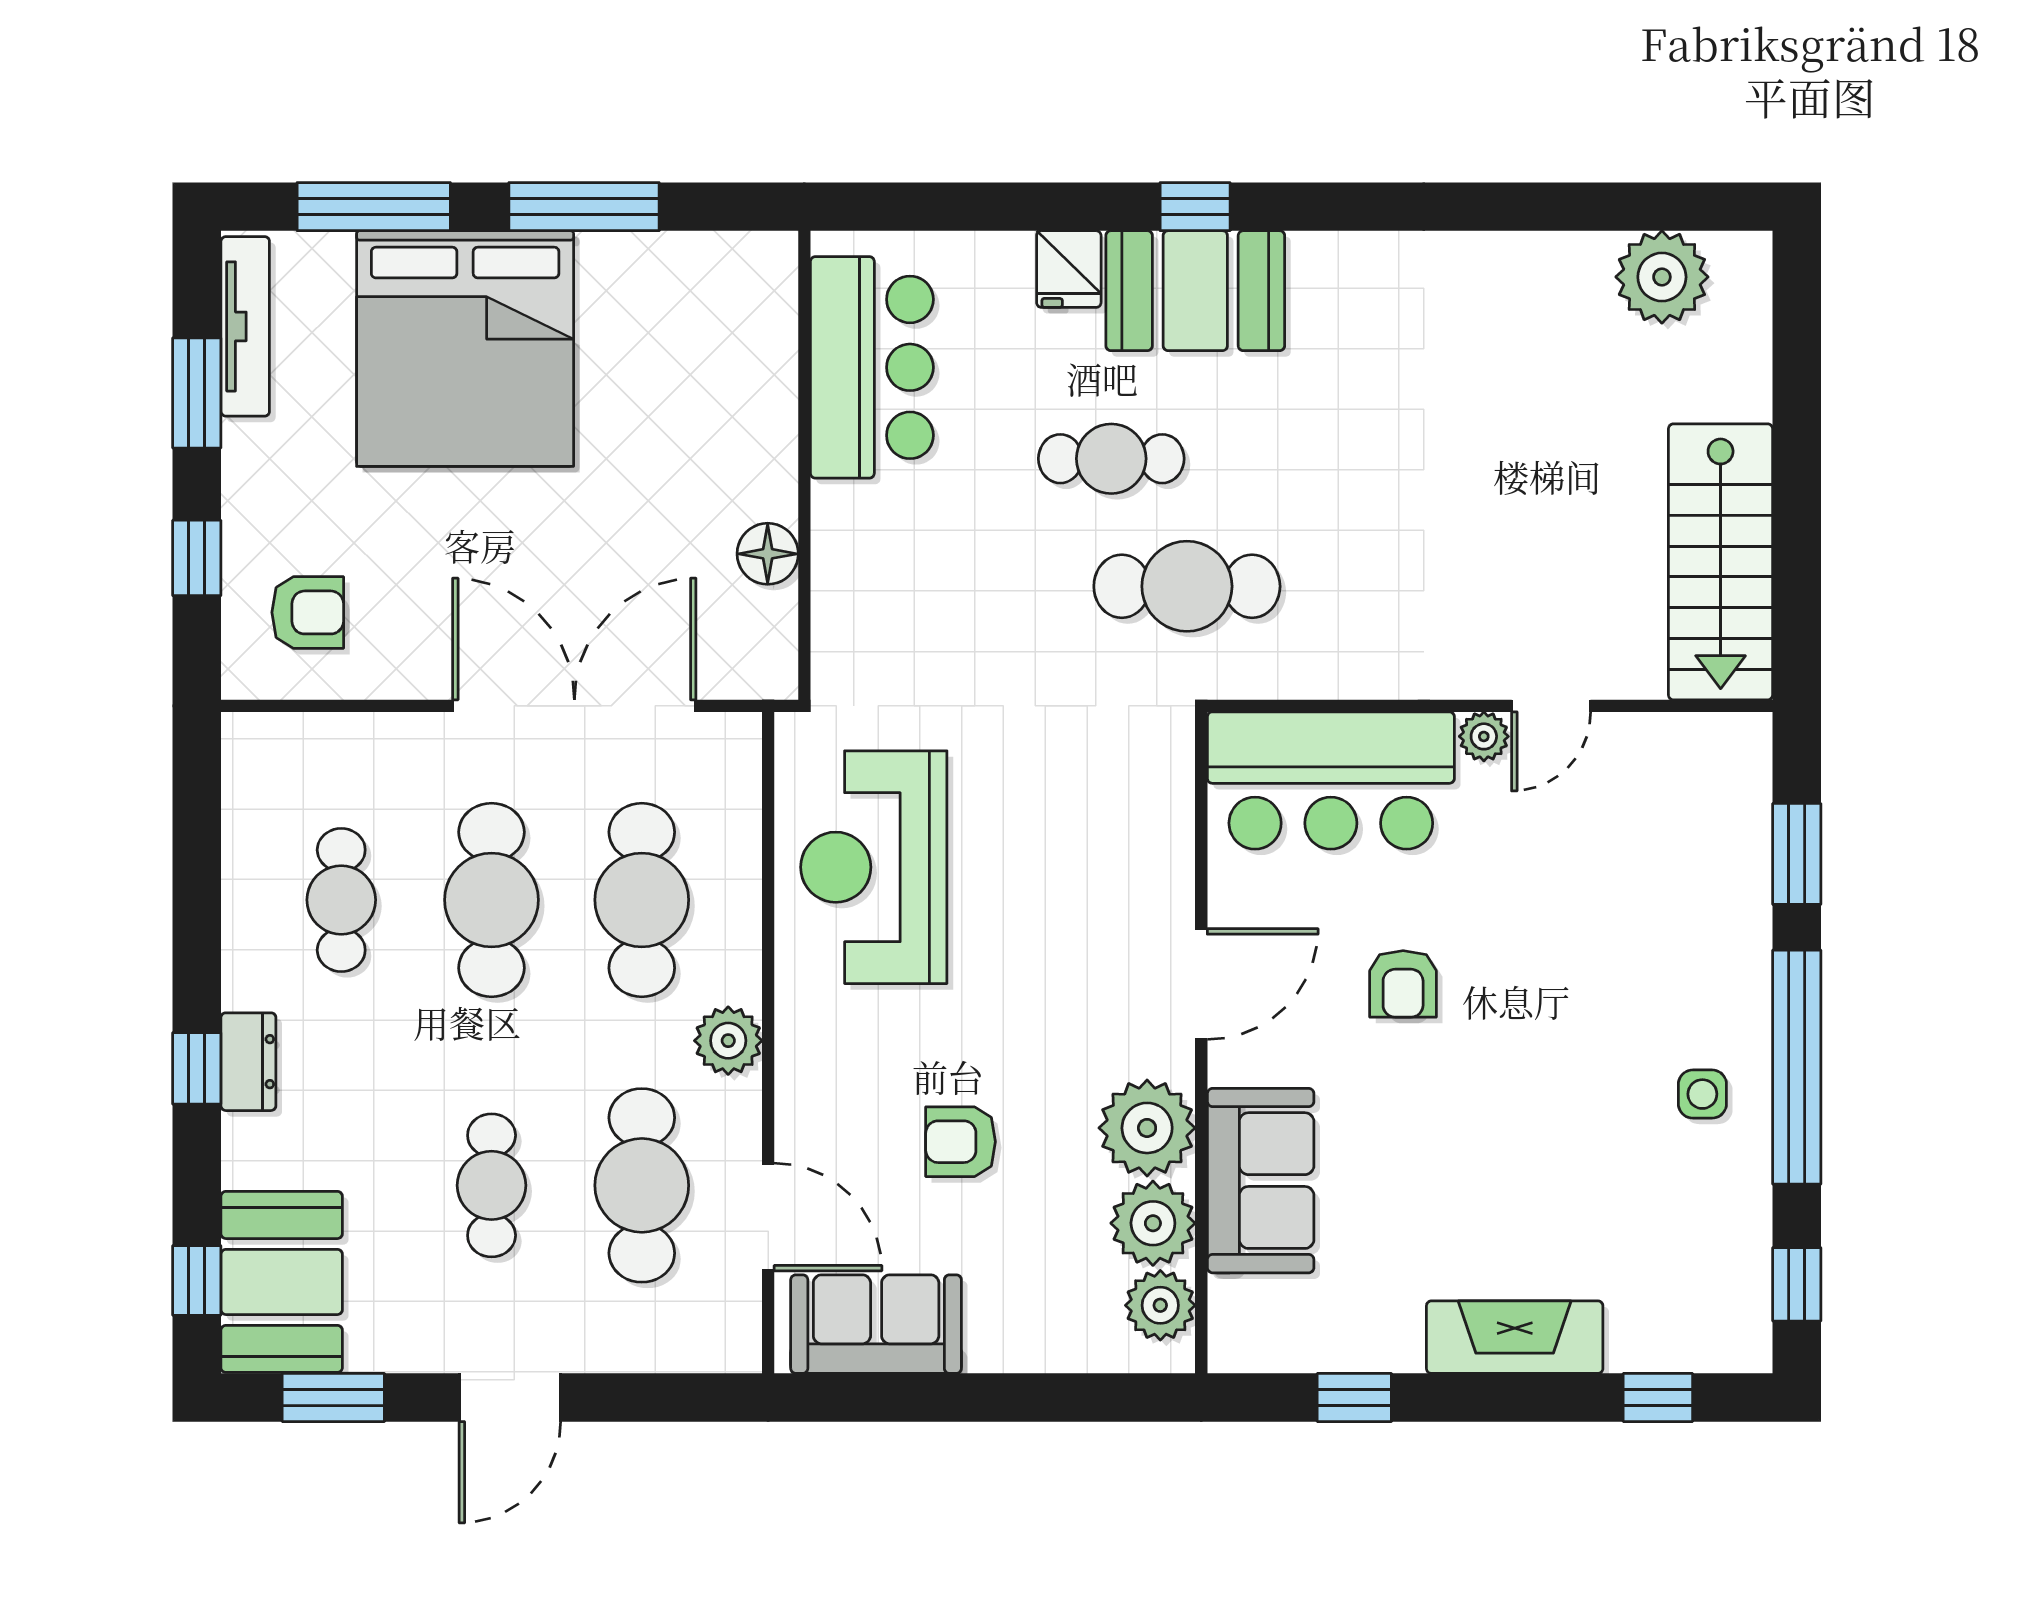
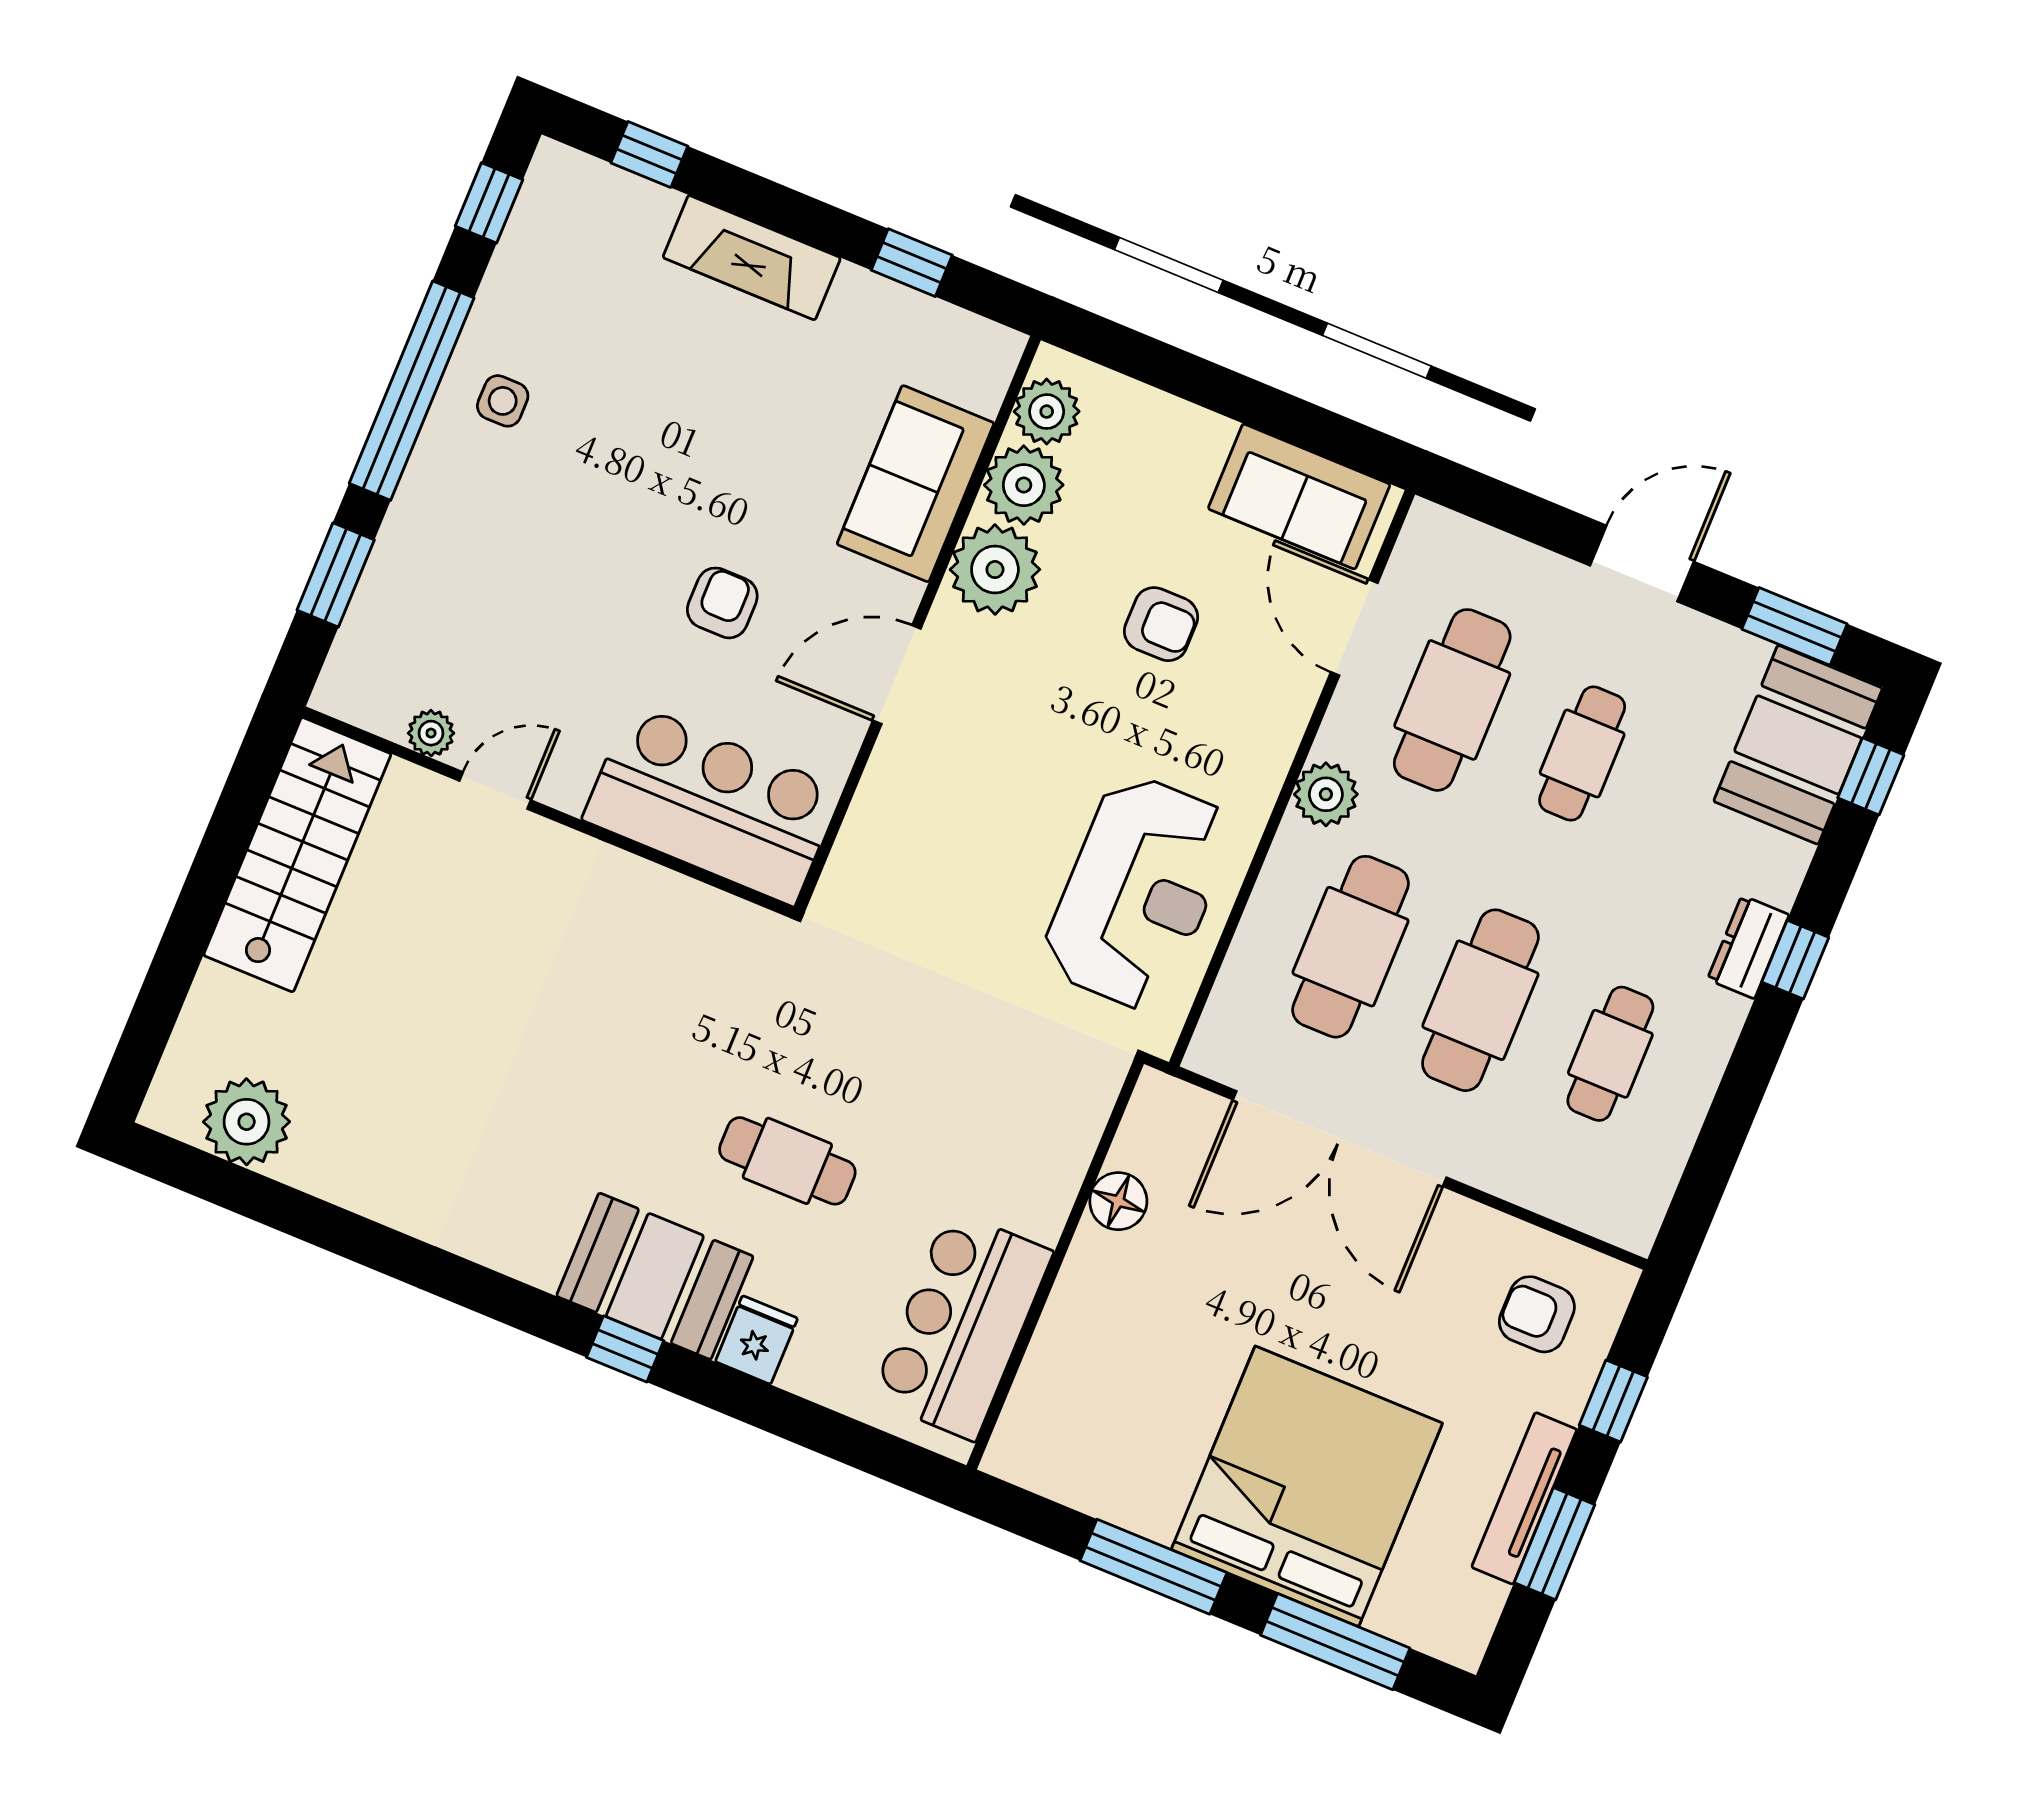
tv unit: (245, 326) -> (1524, 1498), moved
cafe table: (1187, 586) -> (767, 1024), removed
plant: (1484, 736) -> (431, 733), moved

